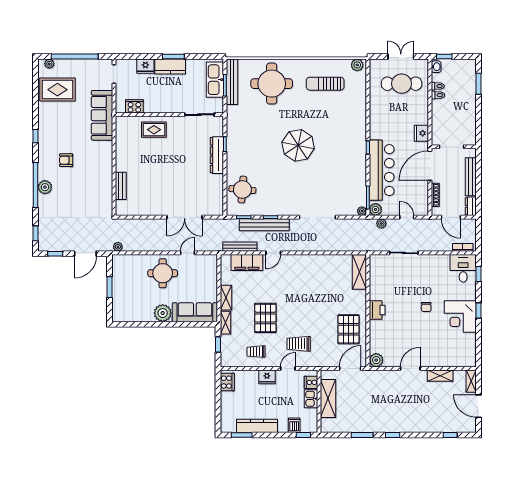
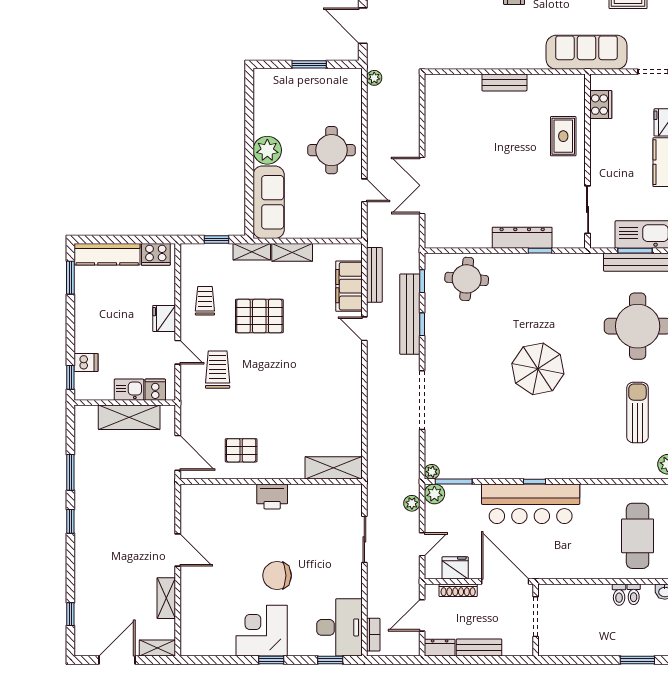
fridge: (421, 133) -> (455, 568), moved
bar counter: (382, 170) -> (531, 504), moved
bench: (471, 177) -> (479, 648), width x0.73
bench: (121, 186) -> (504, 83), moved
desk: (463, 268) -> (339, 627), width x1.37
chair: (426, 307) -> (277, 576), width x1.87, depth x1.87
pallet: (349, 329) -> (241, 450), width x0.67, depth x0.71
plant: (376, 360) -> (191, 495), removed
kitchen counter: (257, 426) -> (107, 254), moved, turned 90

